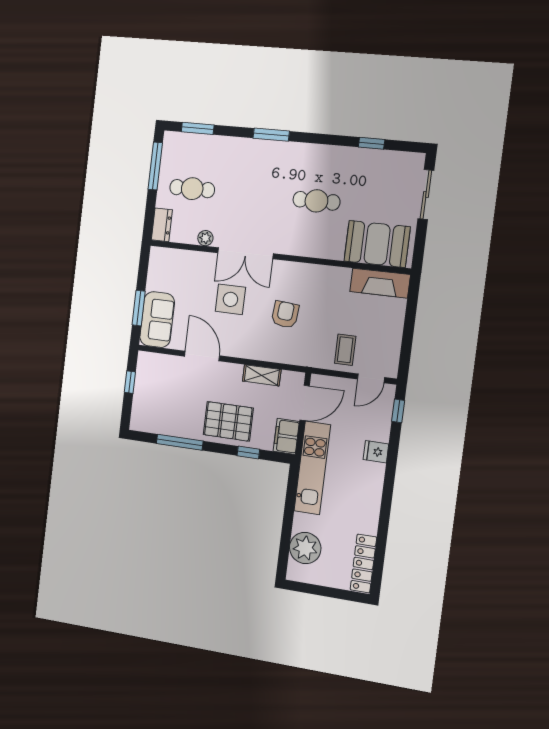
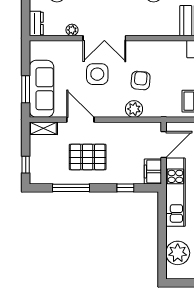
sofa: (157, 320) -> (41, 89), width x1.36
plant: (272, 351) -> (134, 109), added
shelving: (262, 375) -> (43, 128), moved
window: (130, 382) -> (26, 165), moved
pallet: (228, 421) -> (88, 157), moved

